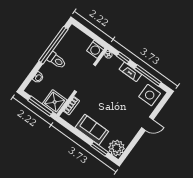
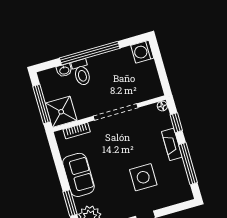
window: (53, 45) -> (90, 53), moved
washing machine: (96, 49) -> (142, 52), moved
toilet: (57, 60) -> (81, 72), moved
side table: (150, 95) -> (143, 177), moved

